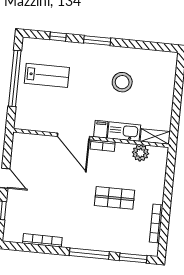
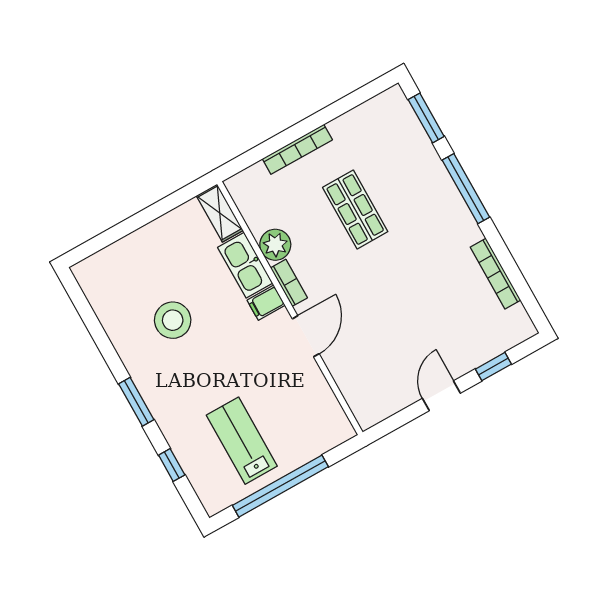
door: (74, 136) -> (306, 336), width x0.73
plant: (140, 153) -> (275, 245), moved
bookcase: (156, 224) -> (297, 149), moved

